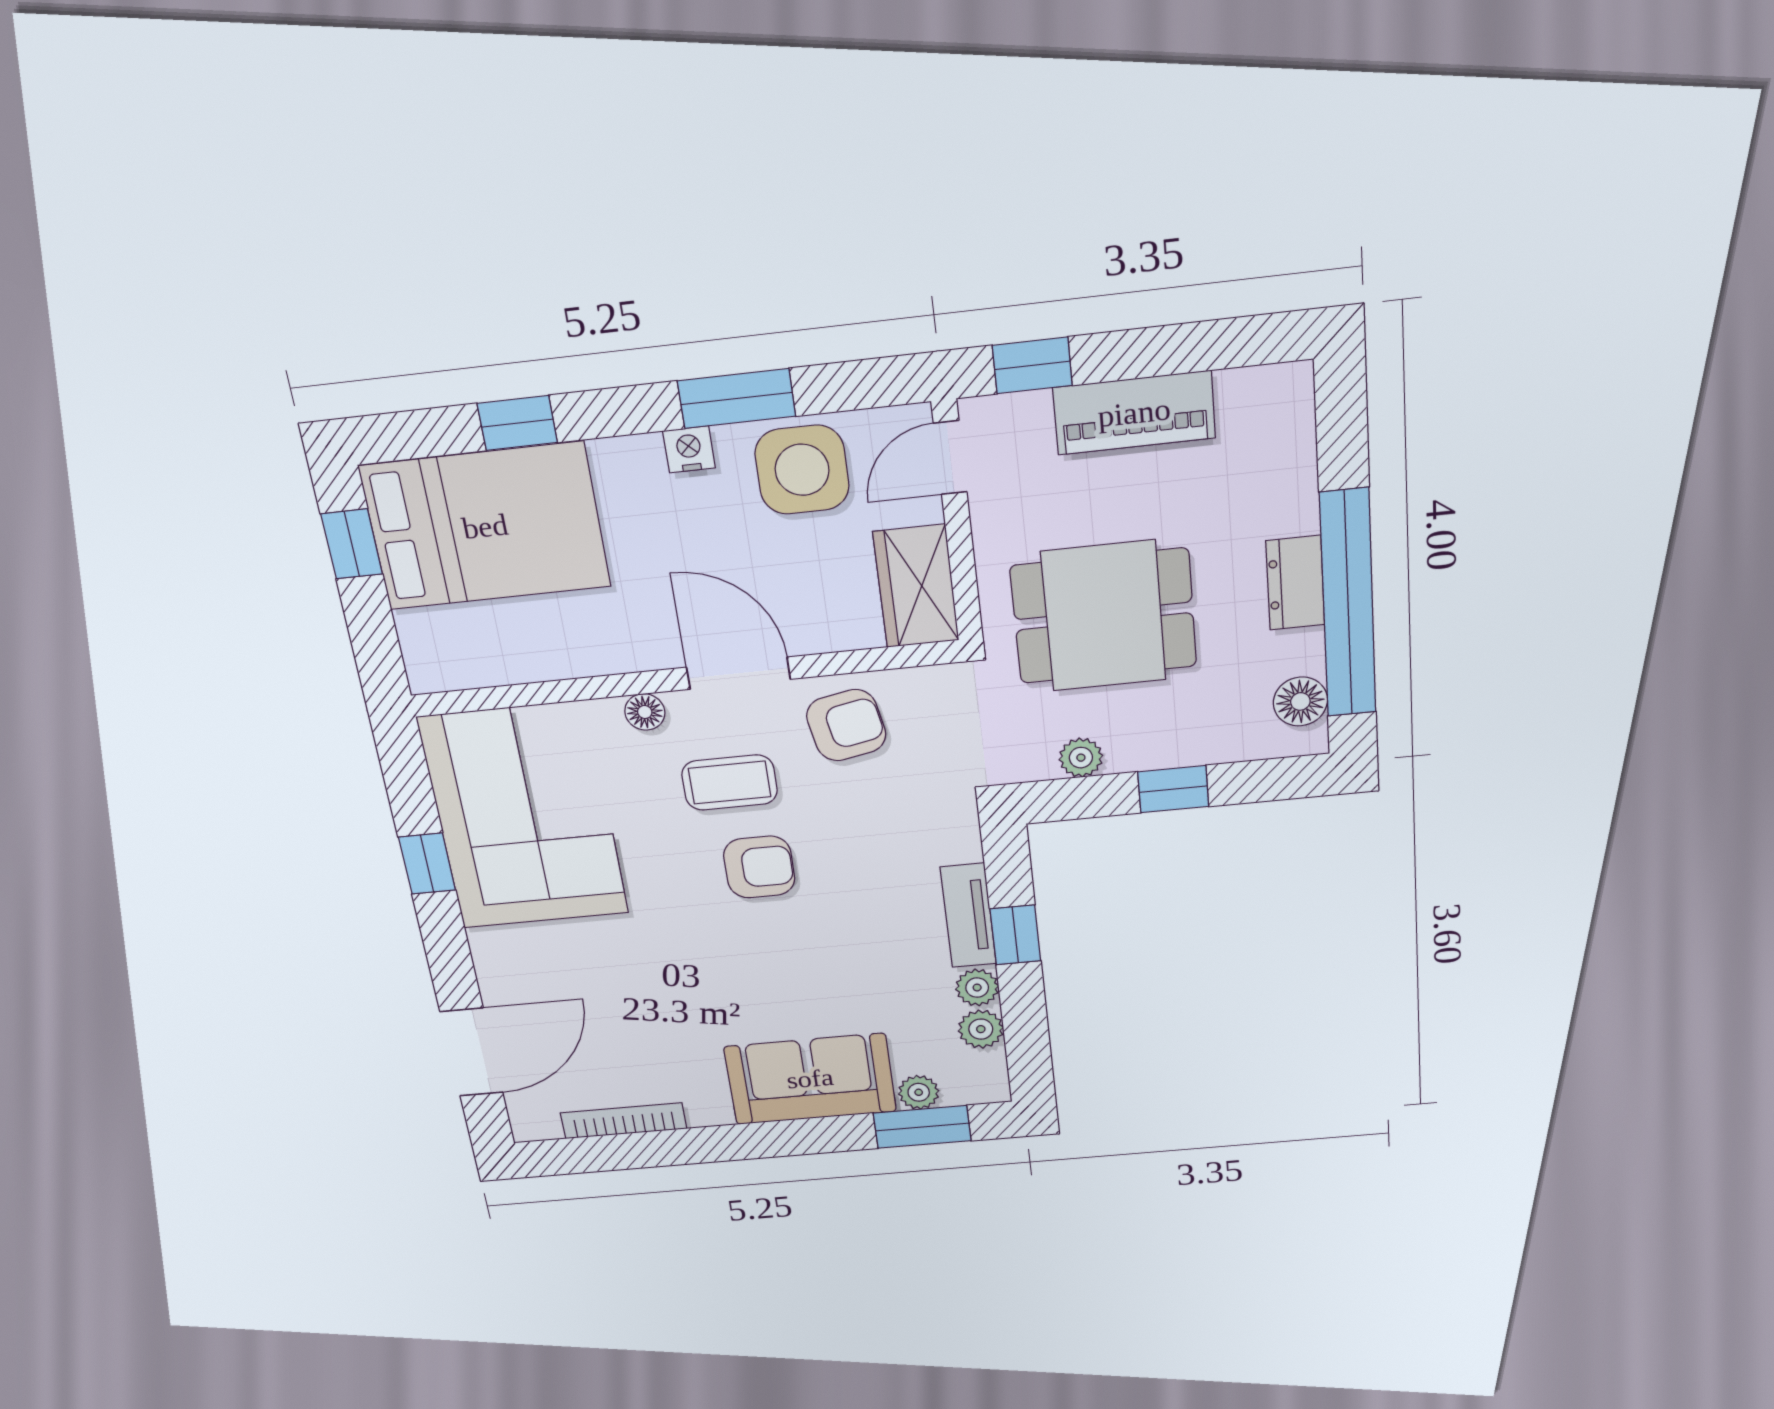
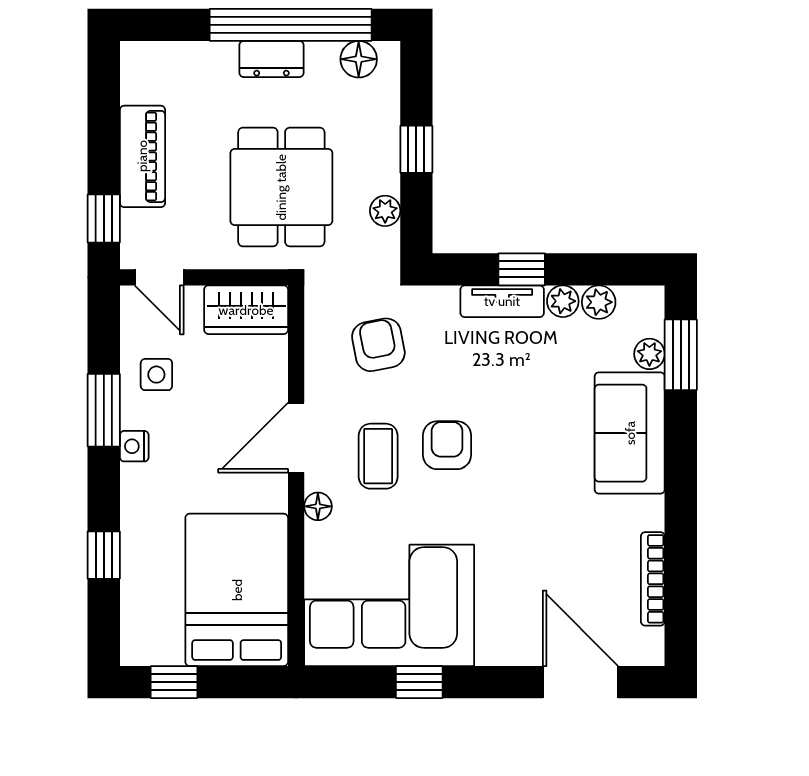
side table: (802, 470) -> (156, 375), width x0.54, depth x0.54
bed: (485, 527) -> (237, 590), moved
armchair: (846, 725) -> (378, 345), moved

